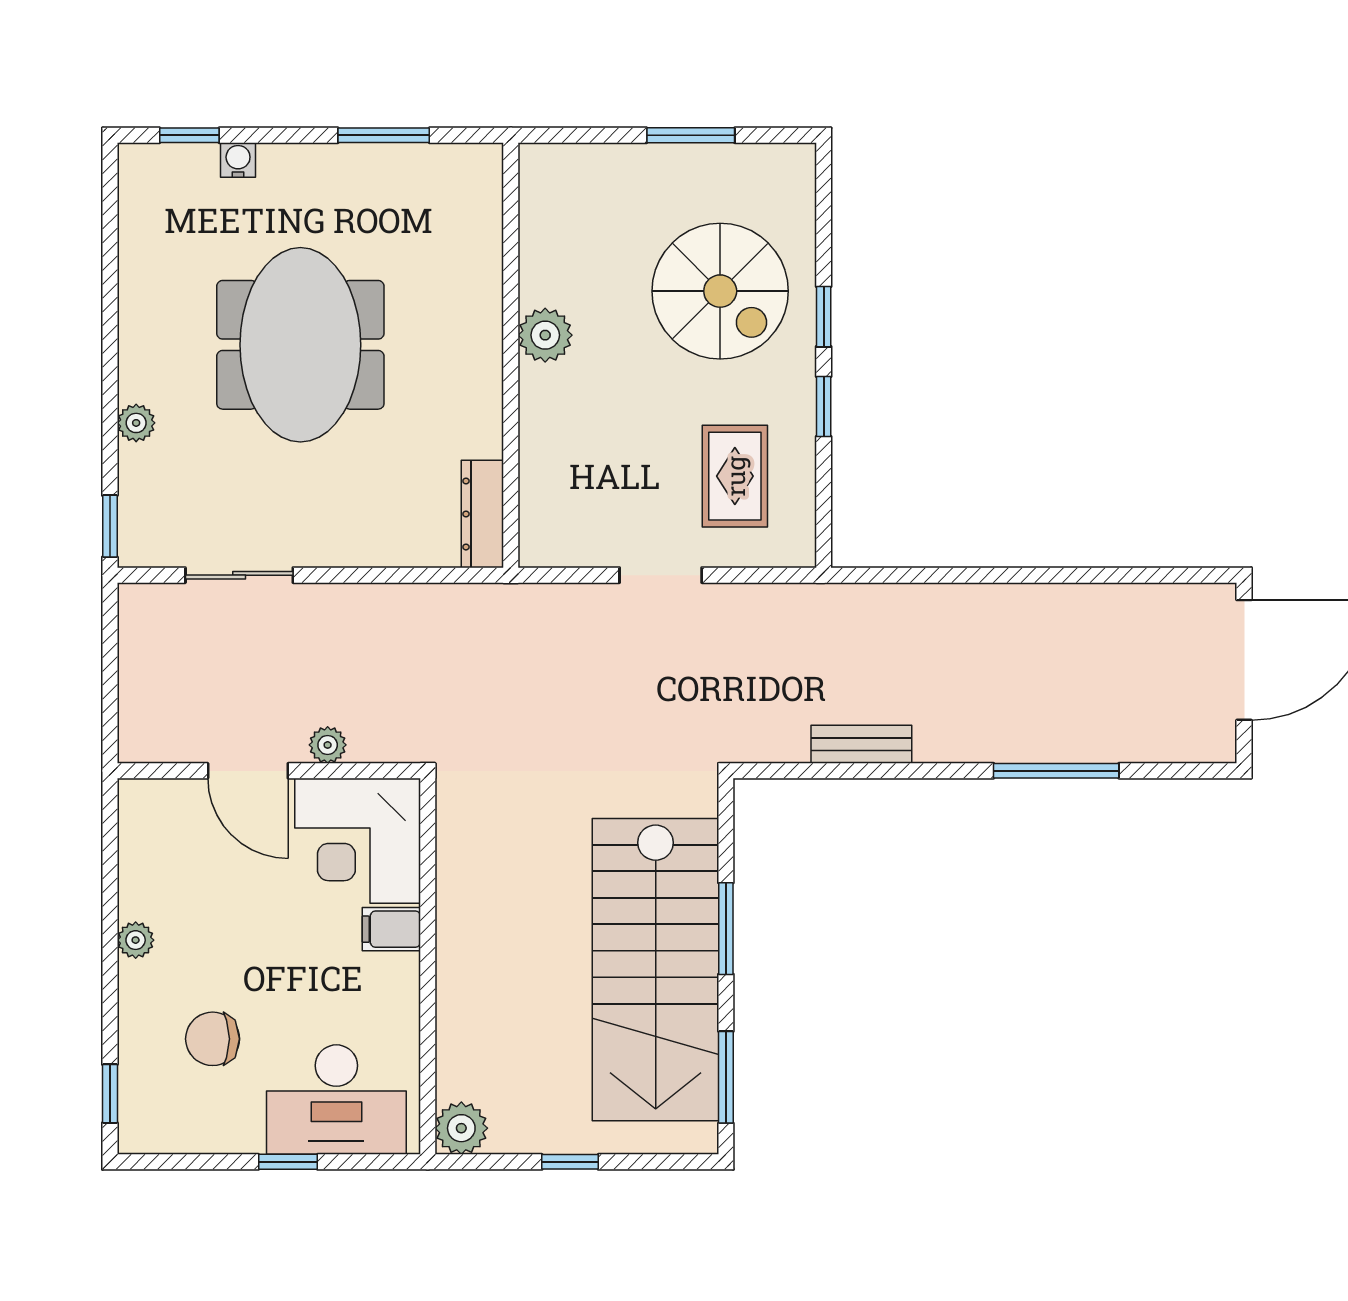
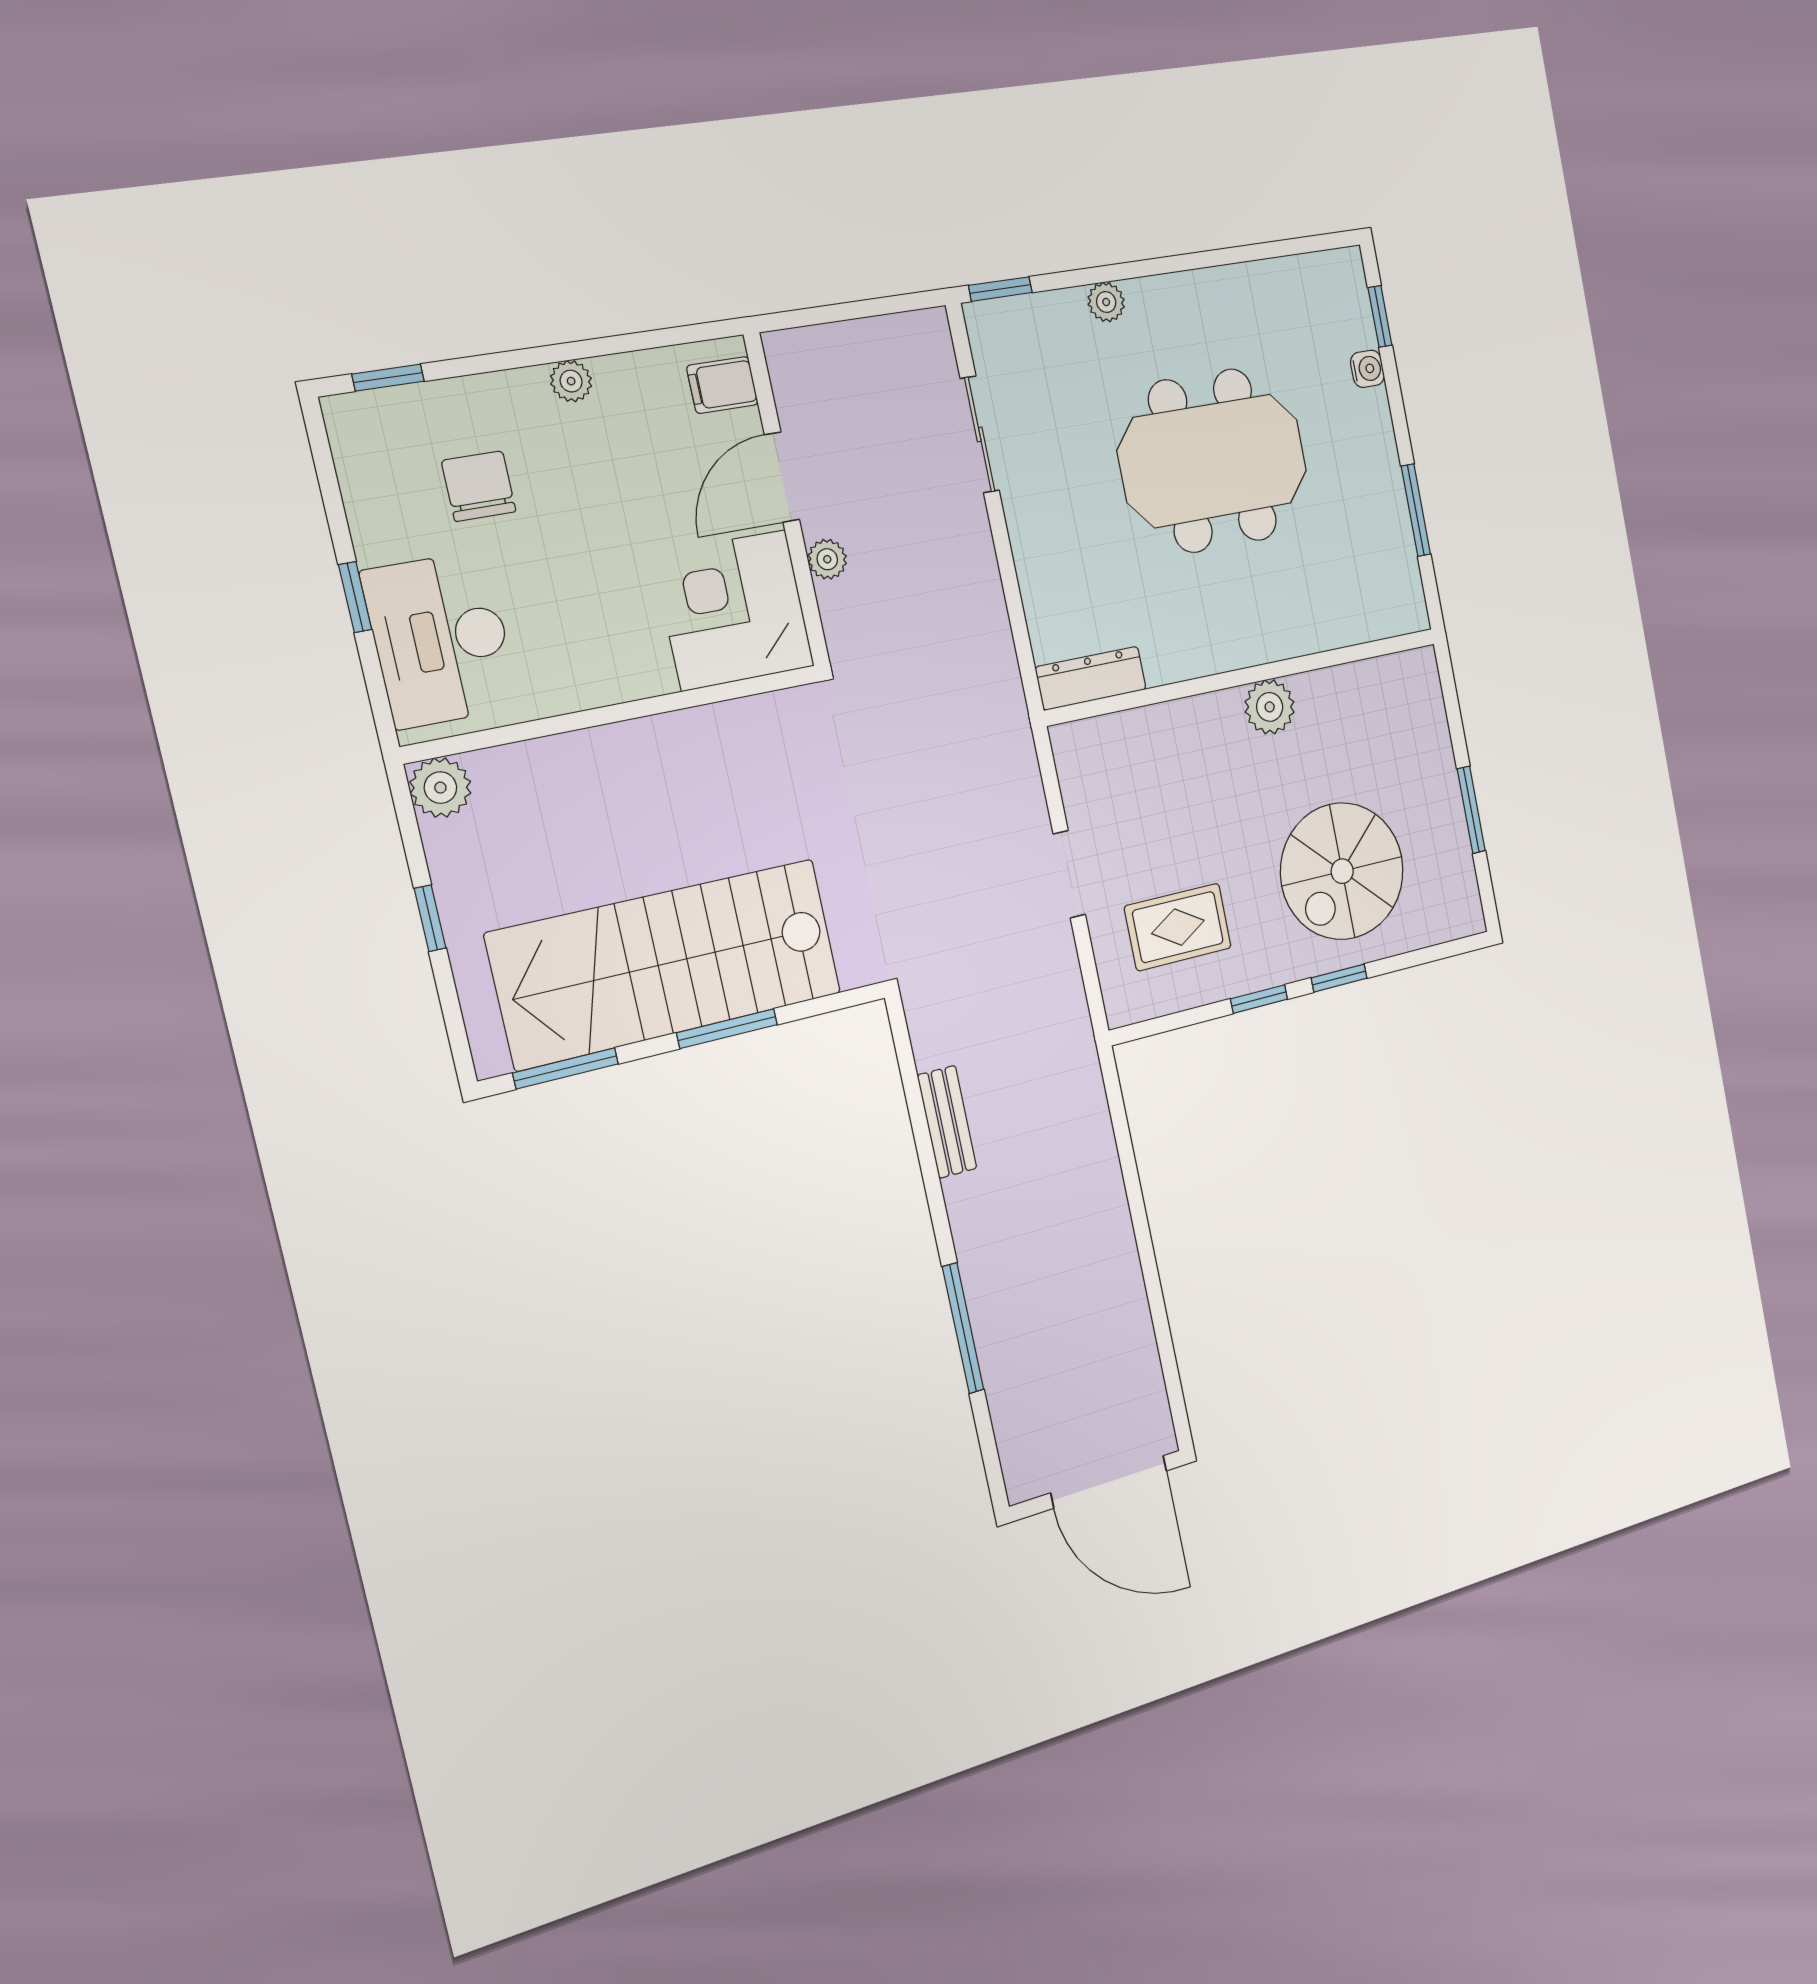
filing cabinet: (391, 929) -> (722, 385), moved, turned -90

